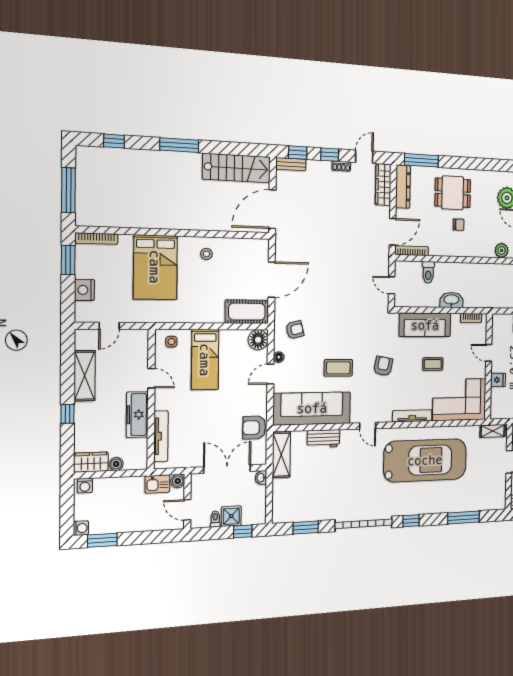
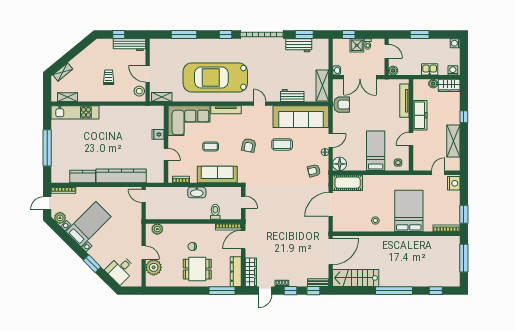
window: (179, 145) -> (394, 291), width x1.46
nightstand: (84, 290) -> (454, 183), moved
door: (151, 378) -> (411, 139), hinge flipped
kitchen sink: (157, 484) -> (430, 69), moved
workbench: (314, 511) -> (299, 45), added
window: (102, 540) -> (420, 34), moved

